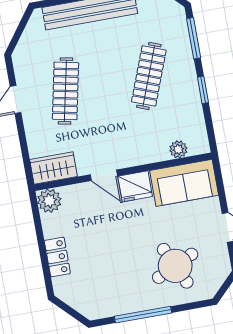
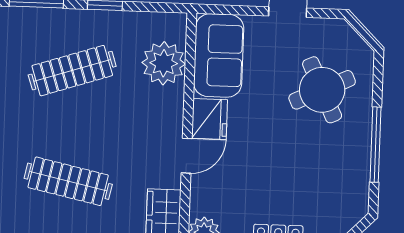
clothes rail: (149, 76) -> (72, 71), turned -39
plant: (178, 149) -> (164, 63), width x1.88, depth x1.88

